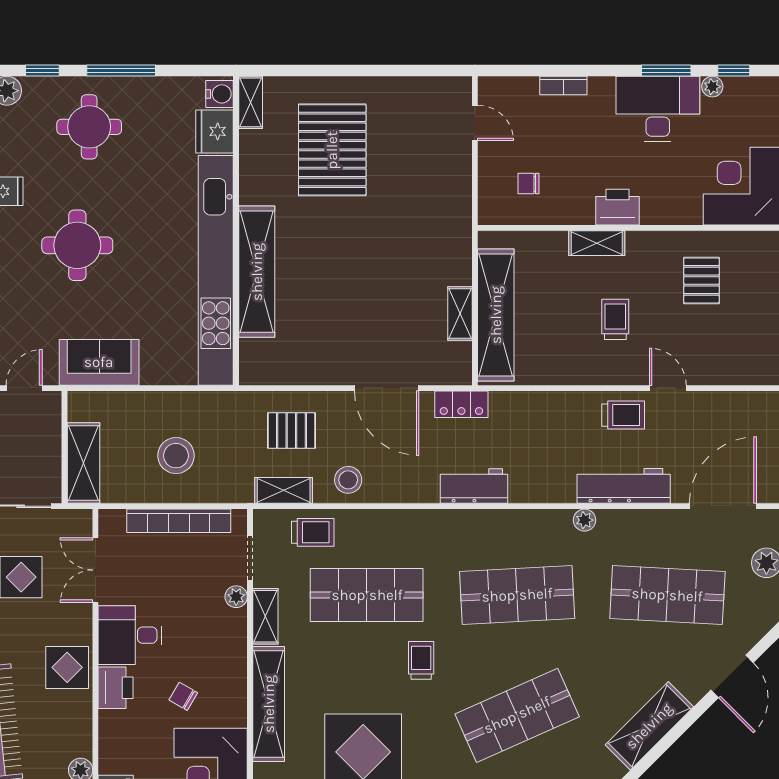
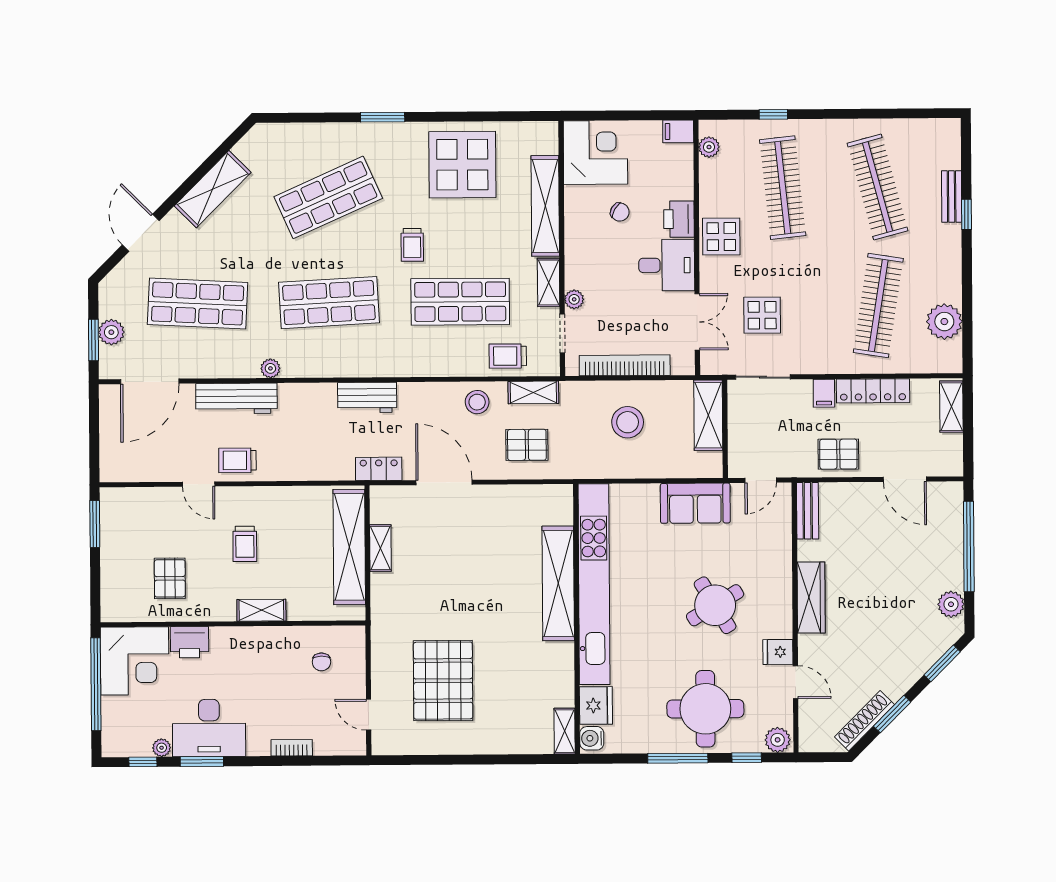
round table: (89, 127) -> (705, 709), width x1.36, depth x1.36
pallet: (332, 150) -> (443, 681), moved
chair: (528, 184) -> (321, 662), turned 90
printer: (617, 207) -> (189, 642), moved
round table: (77, 245) -> (715, 605), turned -31

